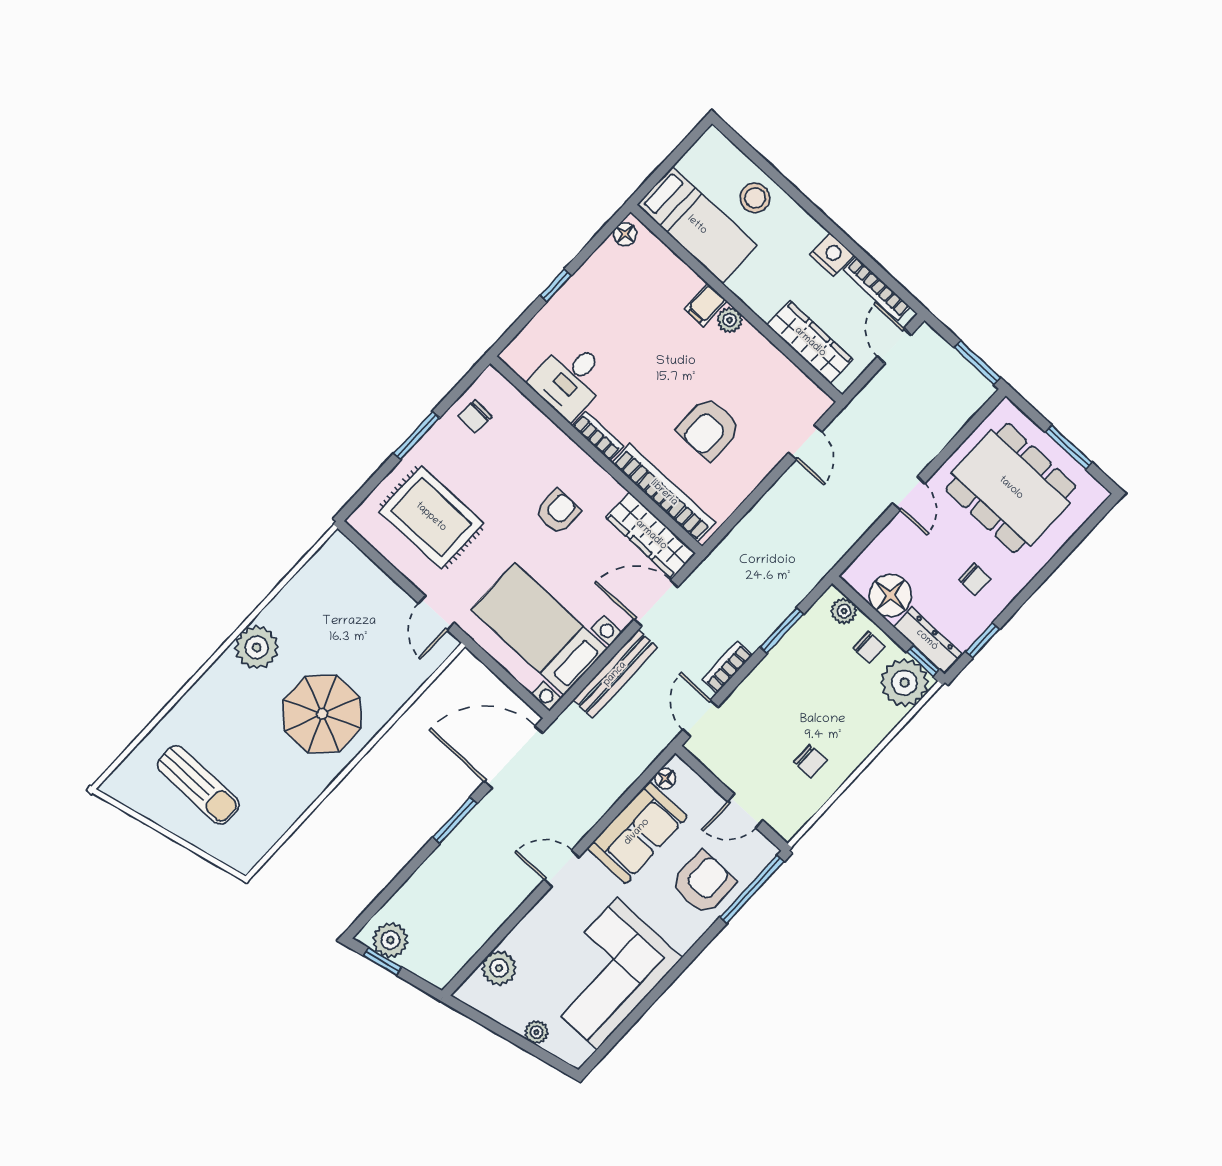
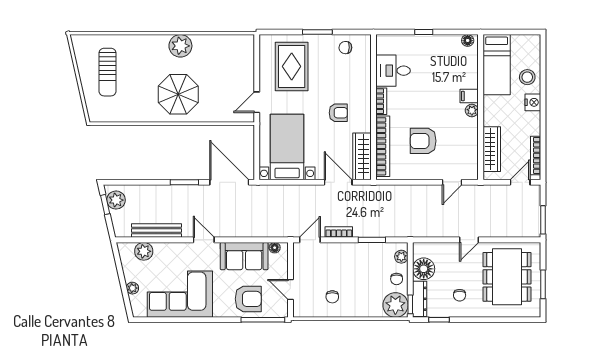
nightstand: (832, 255) -> (533, 102), moved
bench: (615, 674) -> (157, 231), moved

